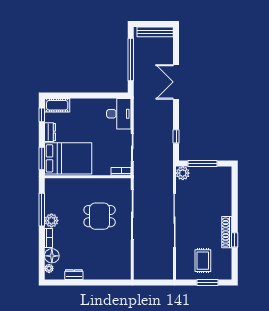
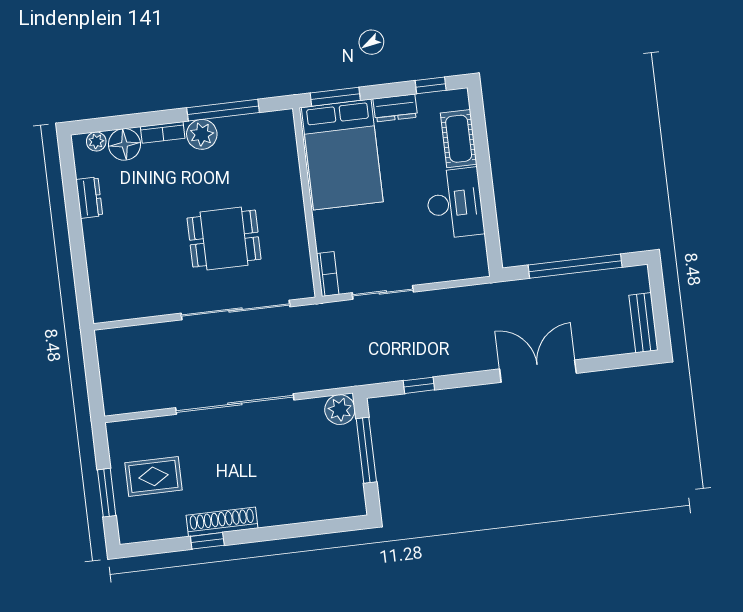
bench: (155, 32) -> (643, 323), width x0.73
cot: (57, 105) -> (459, 139), moved
desk: (119, 114) -> (455, 203), moved, turned -90
dining table: (100, 216) -> (224, 239), turned 90

